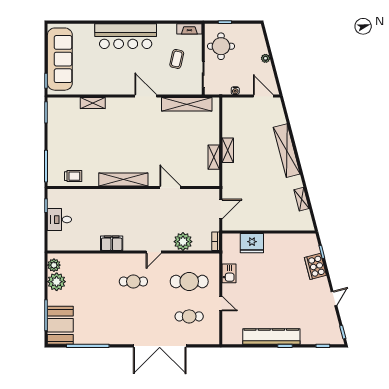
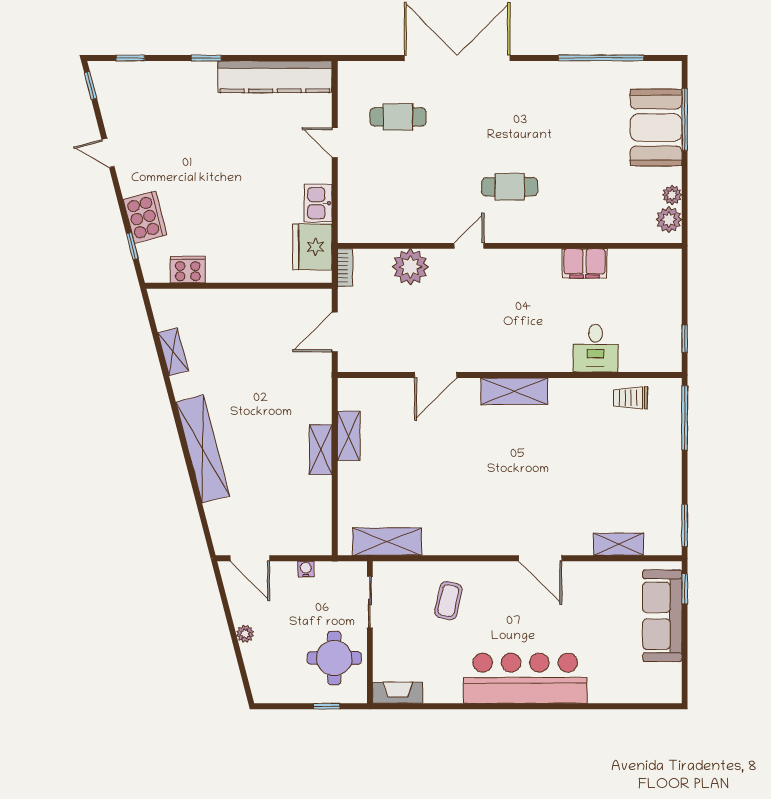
sofa: (60, 59) -> (662, 616), width x0.74, depth x0.79
coffee table: (177, 59) -> (448, 601), moved
door: (146, 96) -> (540, 558), moved
shelving: (93, 103) -> (619, 544), moved
shelving: (187, 104) -> (387, 542), width x0.68
shelving: (123, 179) -> (514, 391), width x0.68
door: (170, 188) -> (436, 375), hinge flipped
desk: (59, 220) -> (595, 348), moved, turned 90
cooker: (294, 240) -> (188, 270), added
filing cabinet: (112, 243) -> (585, 263), moved
fridge: (252, 243) -> (312, 247), moved, turned -90
cafe table: (189, 281) -> (398, 187), removed
plant: (57, 282) -> (672, 195), width x0.53, depth x0.53
door: (334, 298) -> (108, 153), hinge flipped
booth: (60, 325) -> (656, 128), moved
kitchen counter: (271, 336) -> (275, 77), moved

